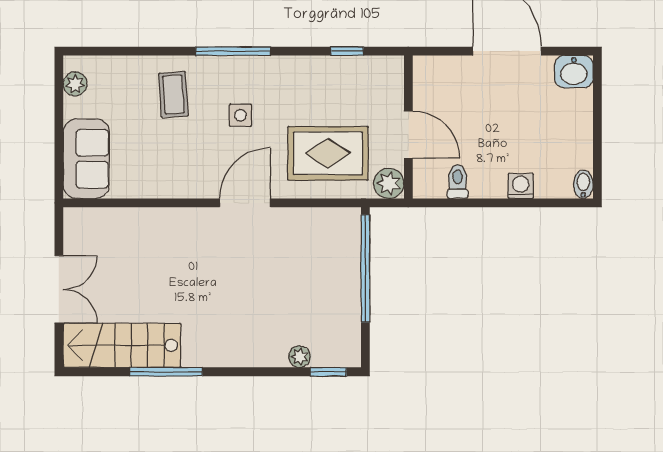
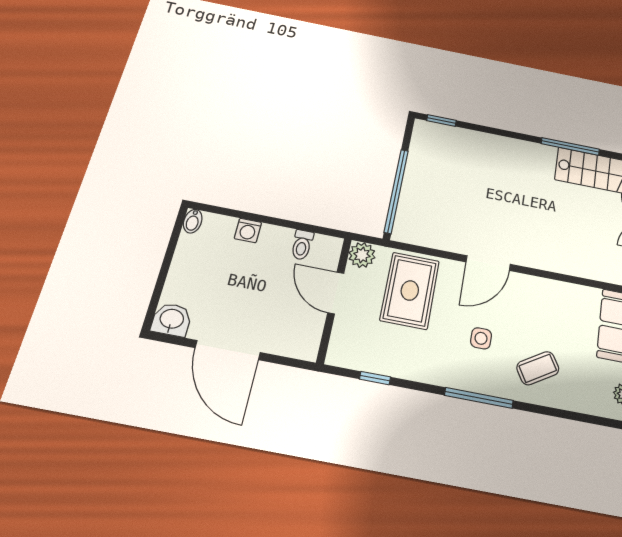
coffee table: (173, 95) -> (538, 368), turned 63
rug: (328, 153) -> (410, 290), turned 90
plant: (300, 357) -> (462, 136), removed

